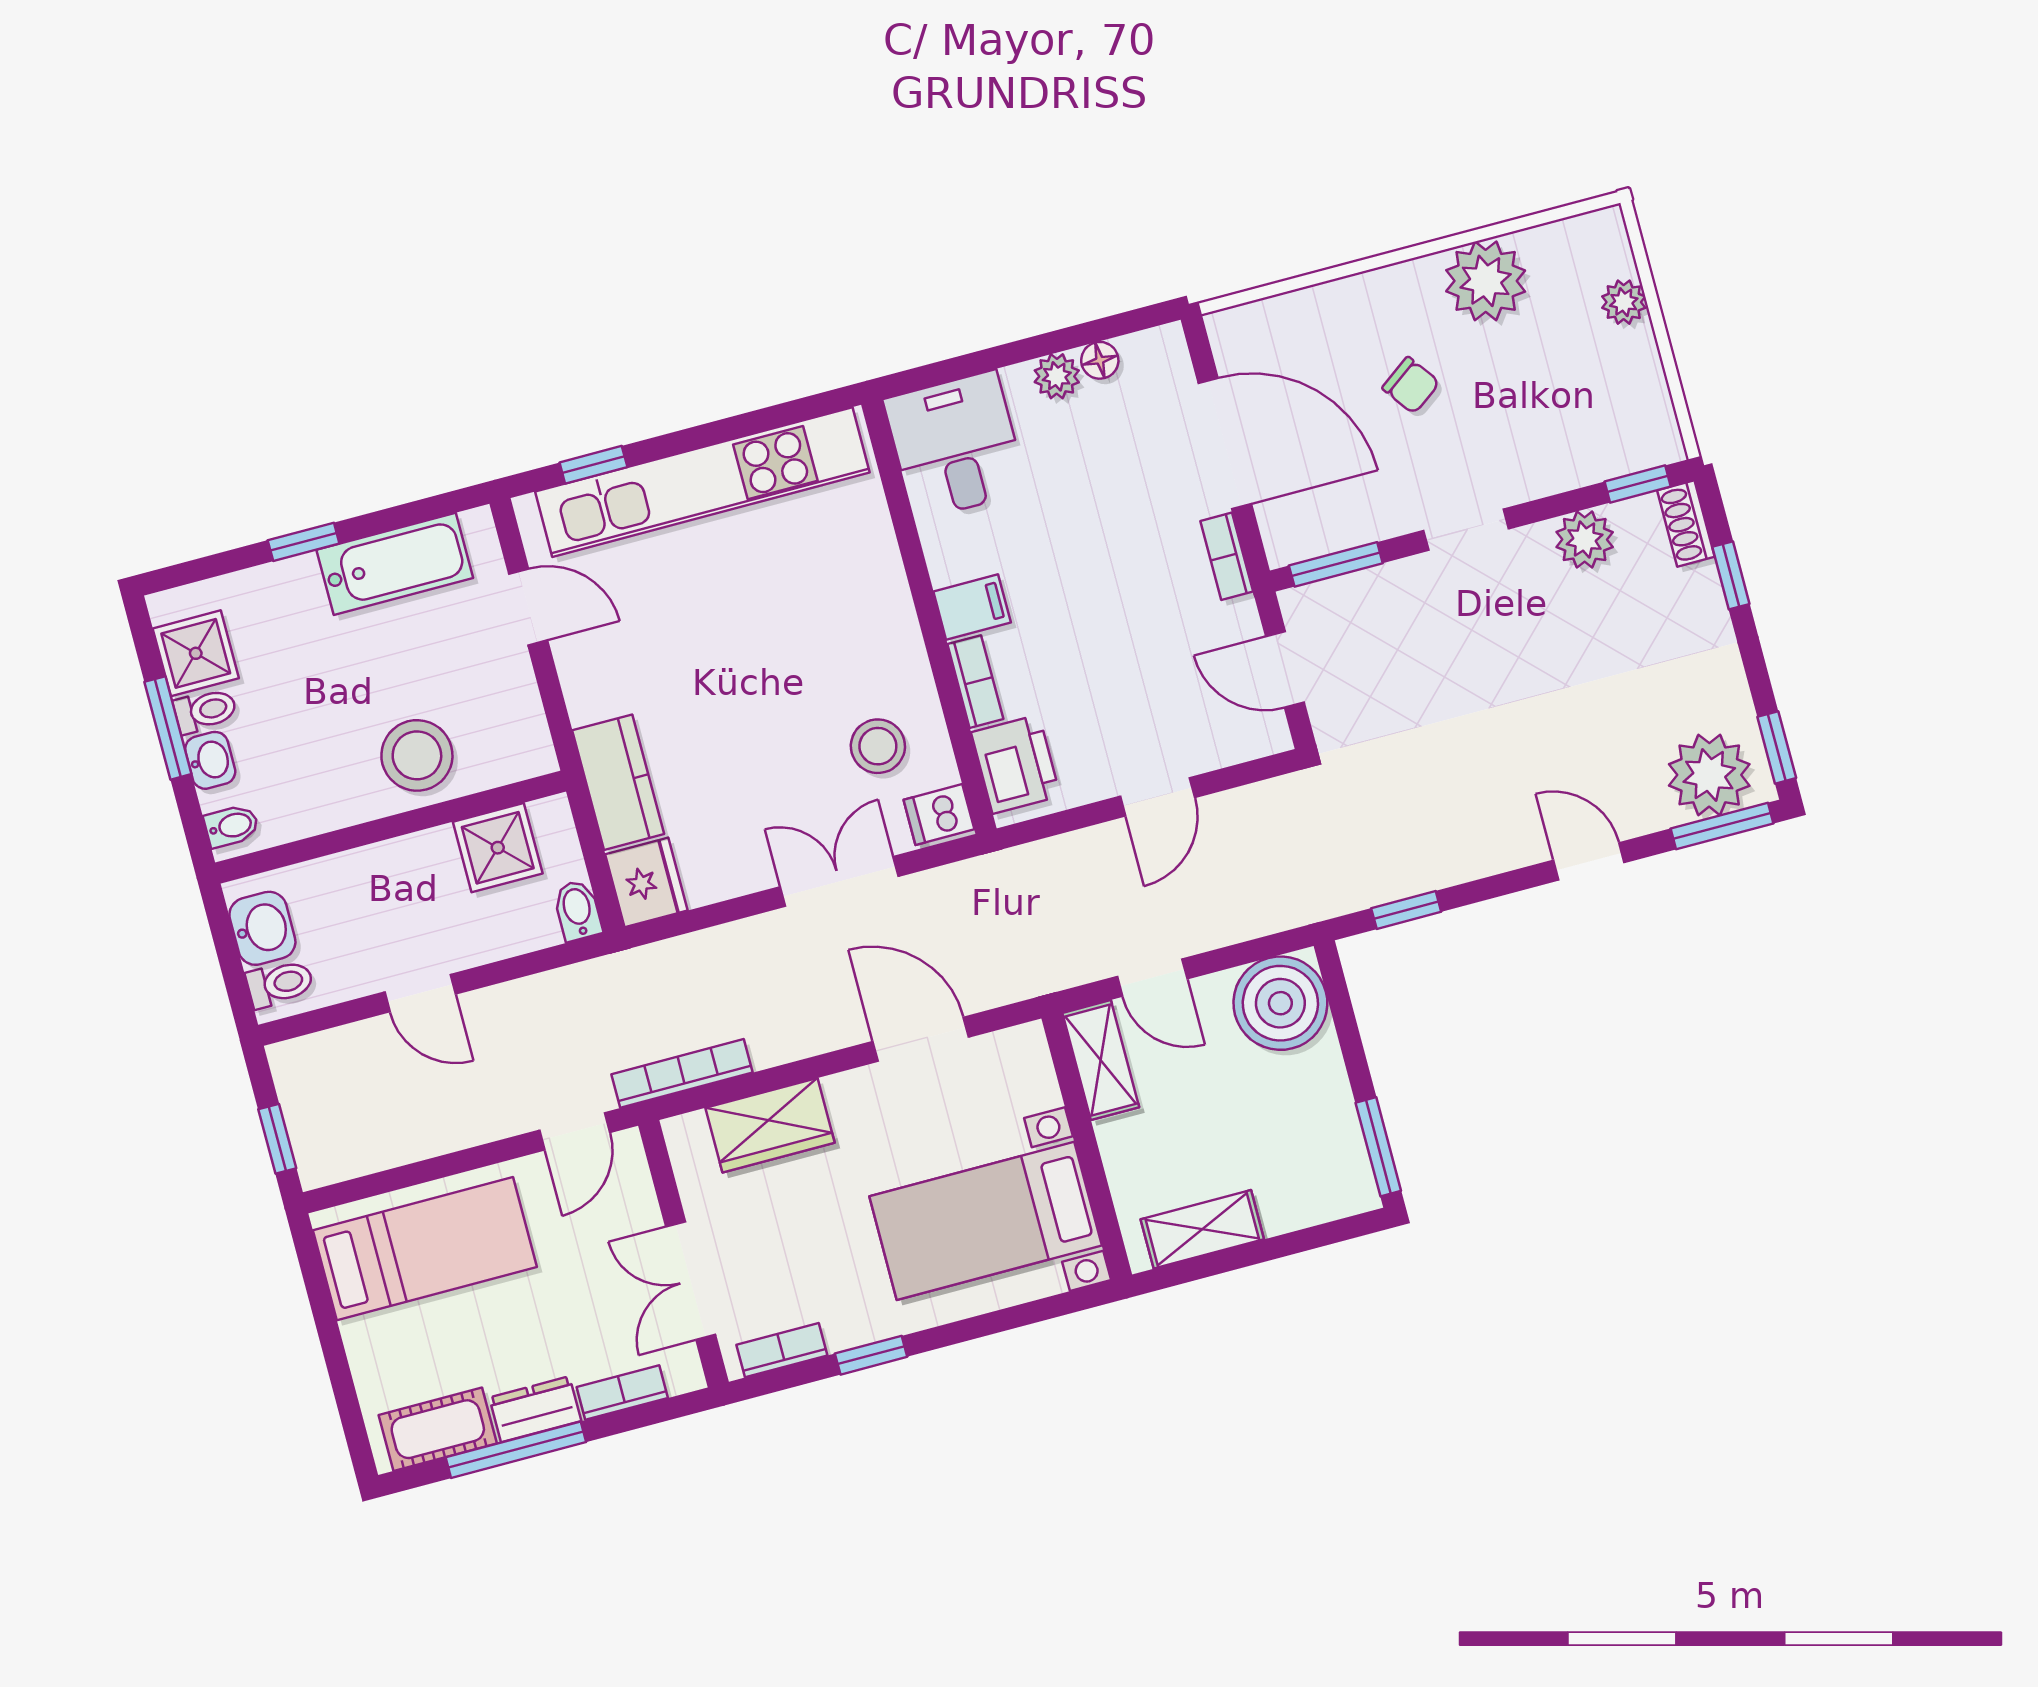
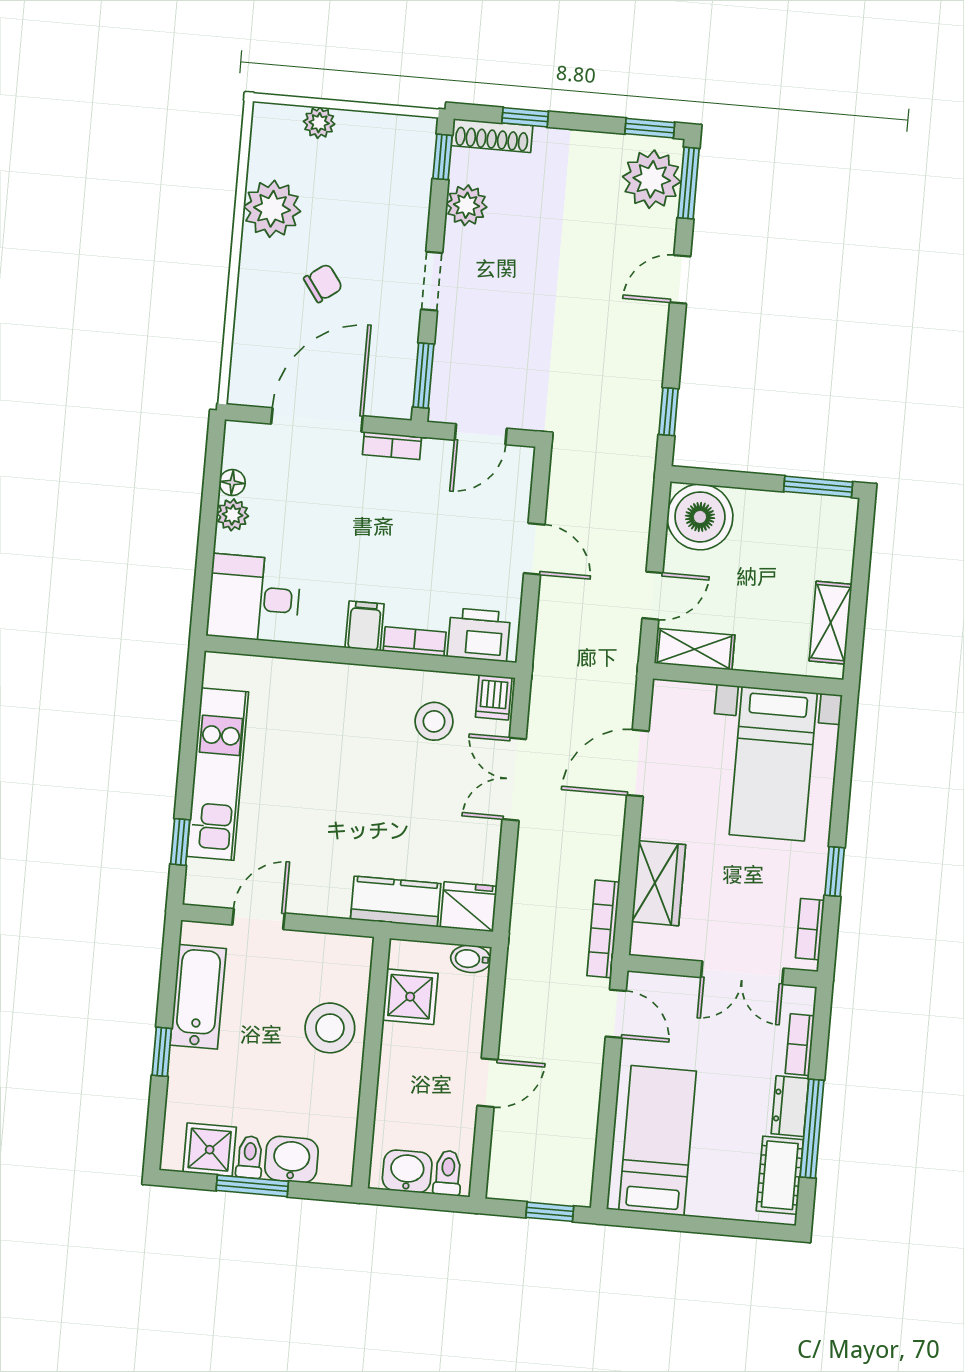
kitchen unit: (702, 482) -> (218, 774), width x0.73
shoe rack: (1686, 523) -> (492, 136), width x1.43
washbasin: (210, 760) -> (291, 1160), width x1.38, depth x1.45
bidet: (232, 826) -> (332, 1167), removed

